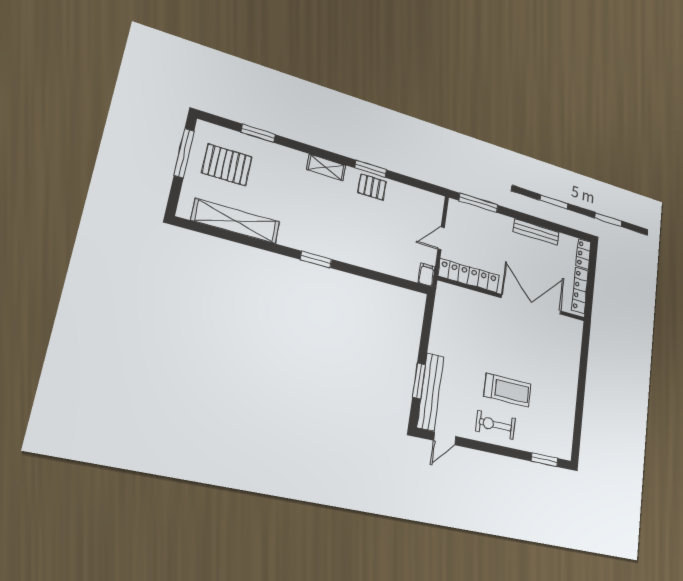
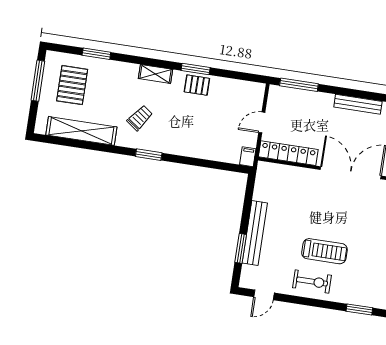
pallet: (227, 165) -> (72, 85), turned 90
trolley: (307, 215) -> (140, 118), added
bench: (430, 392) -> (255, 233), moved
exercise bike: (495, 425) -> (312, 282), turned 180

